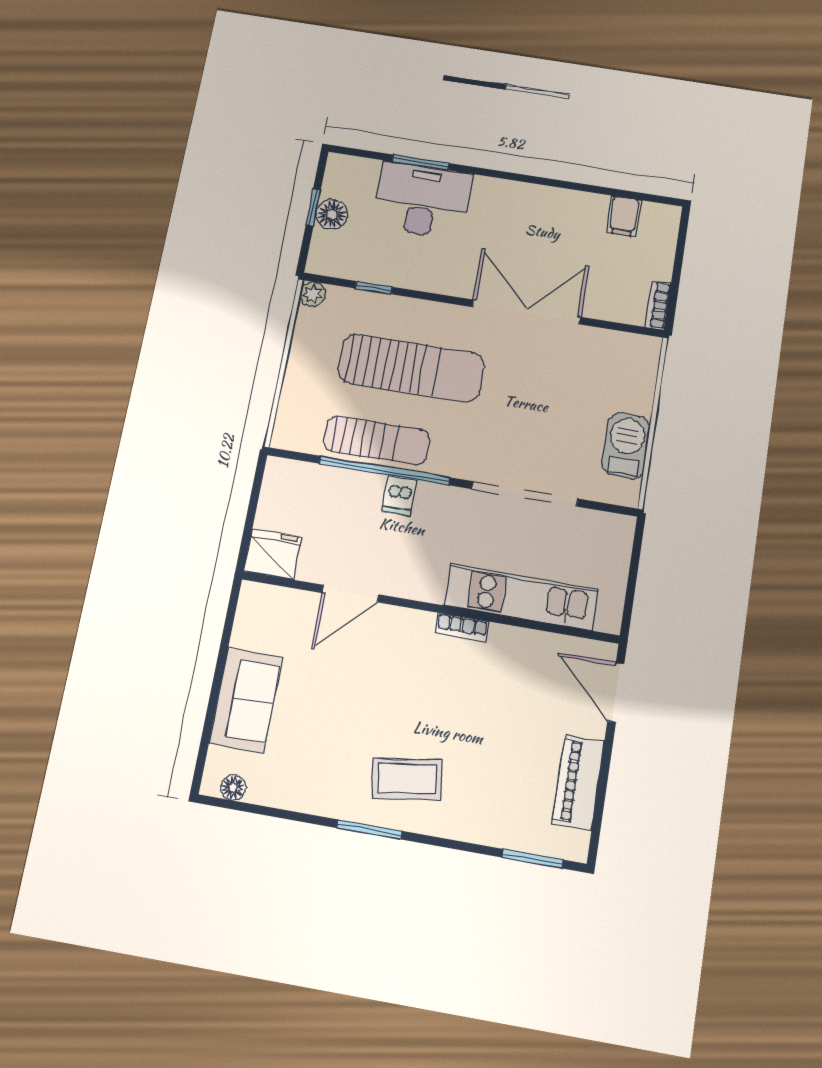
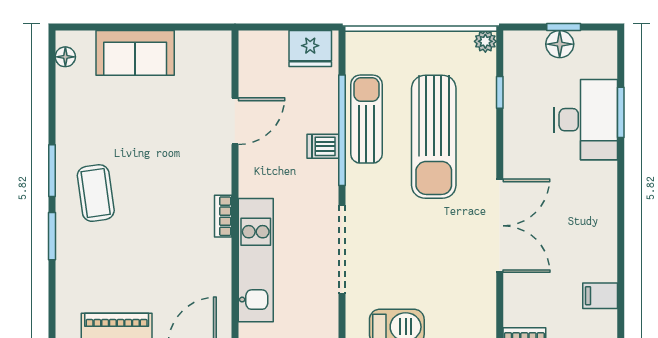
sun lounger: (377, 440) -> (366, 119), turned 180
fridge: (273, 554) -> (310, 49), moved, turned 90
door: (351, 594) -> (235, 121), swing flipped
window: (533, 859) -> (52, 236), moved

